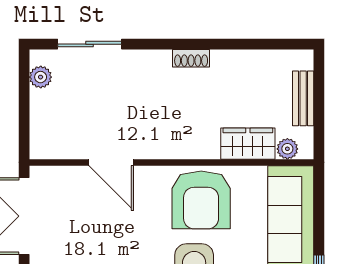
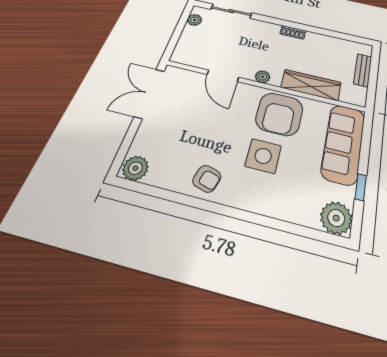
wardrobe: (248, 144) -> (311, 85), width x1.50
plant: (287, 149) -> (263, 77), moved

